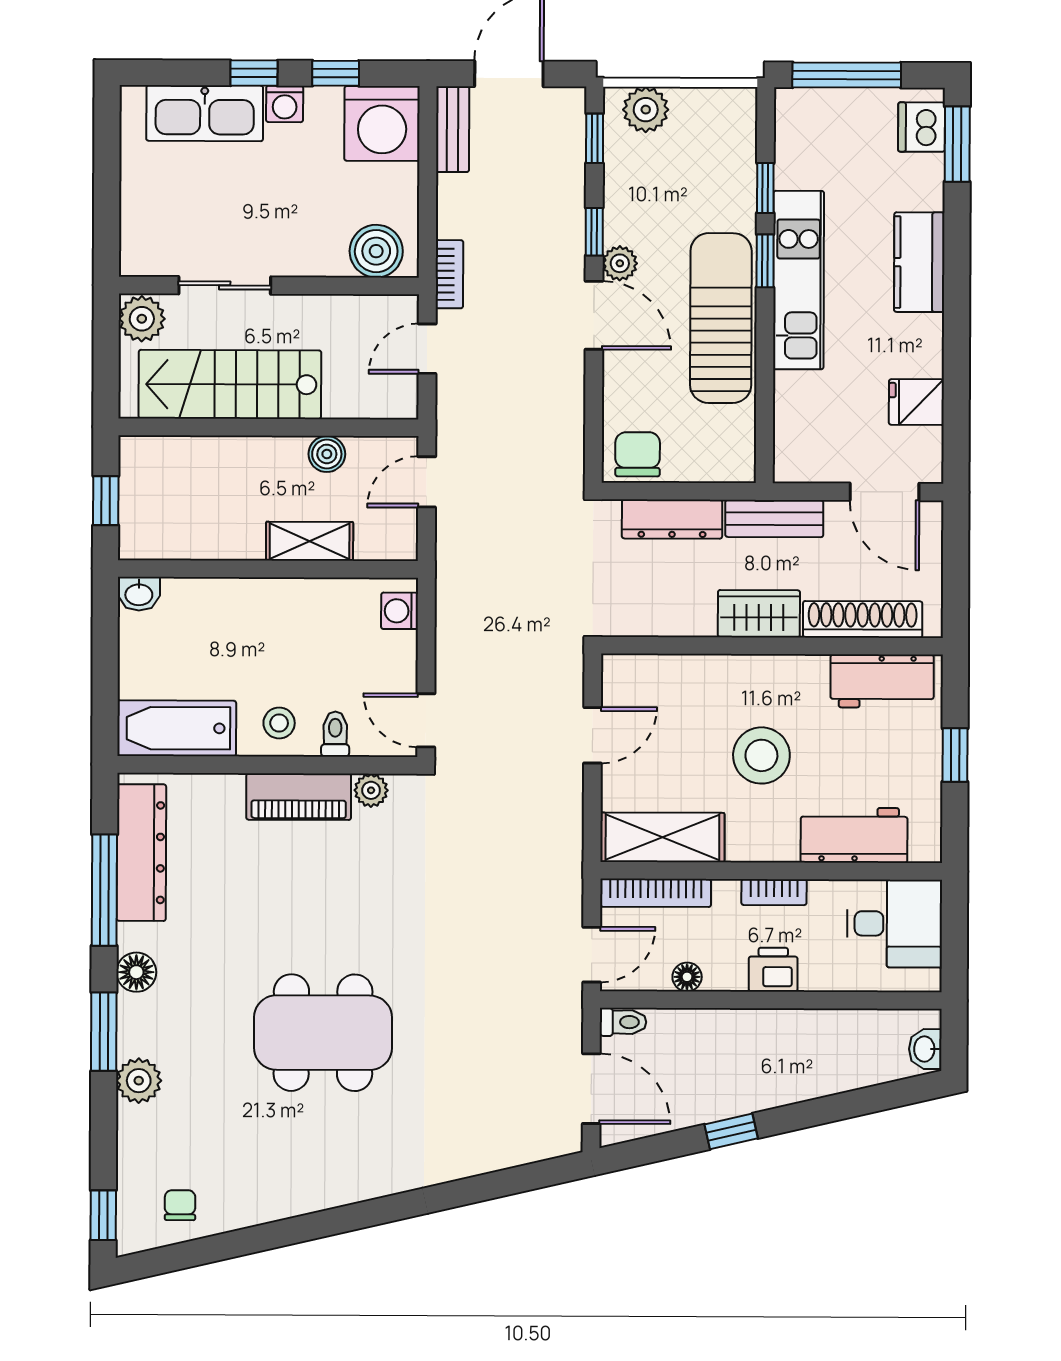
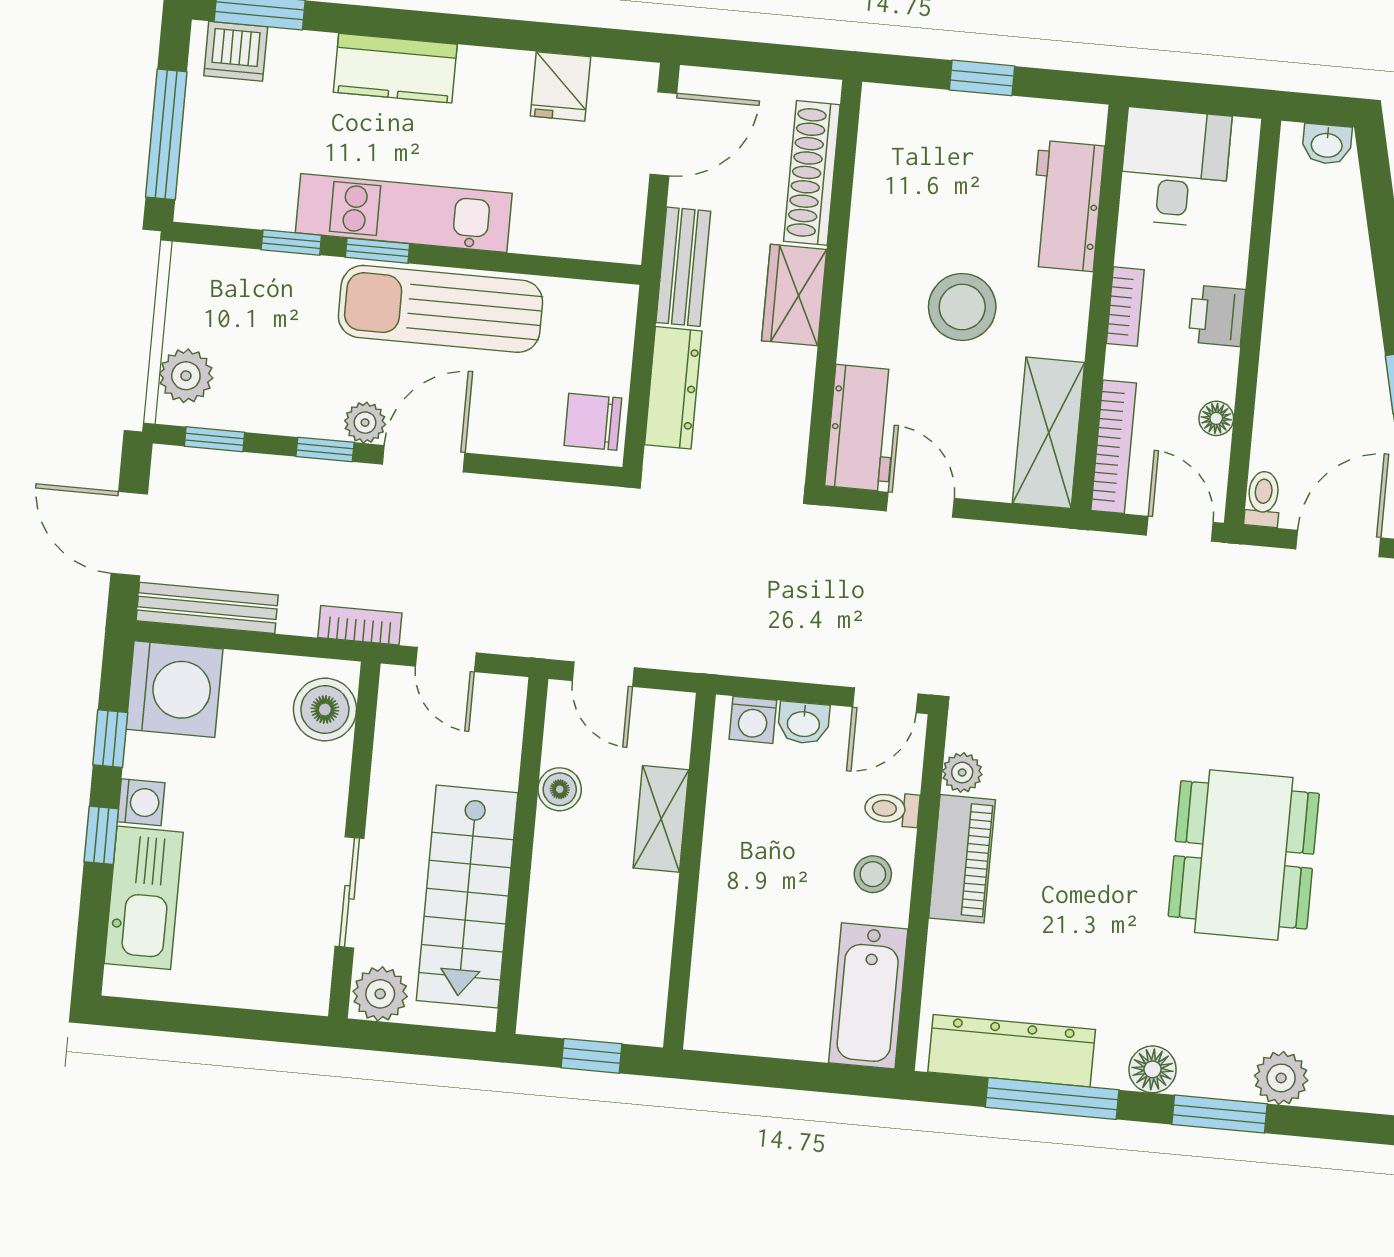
bench: (453, 129) -> (207, 608), width x1.36
washbasin: (139, 594) -> (803, 723), moved, turned 90
workbench: (882, 681) -> (862, 428), moved

